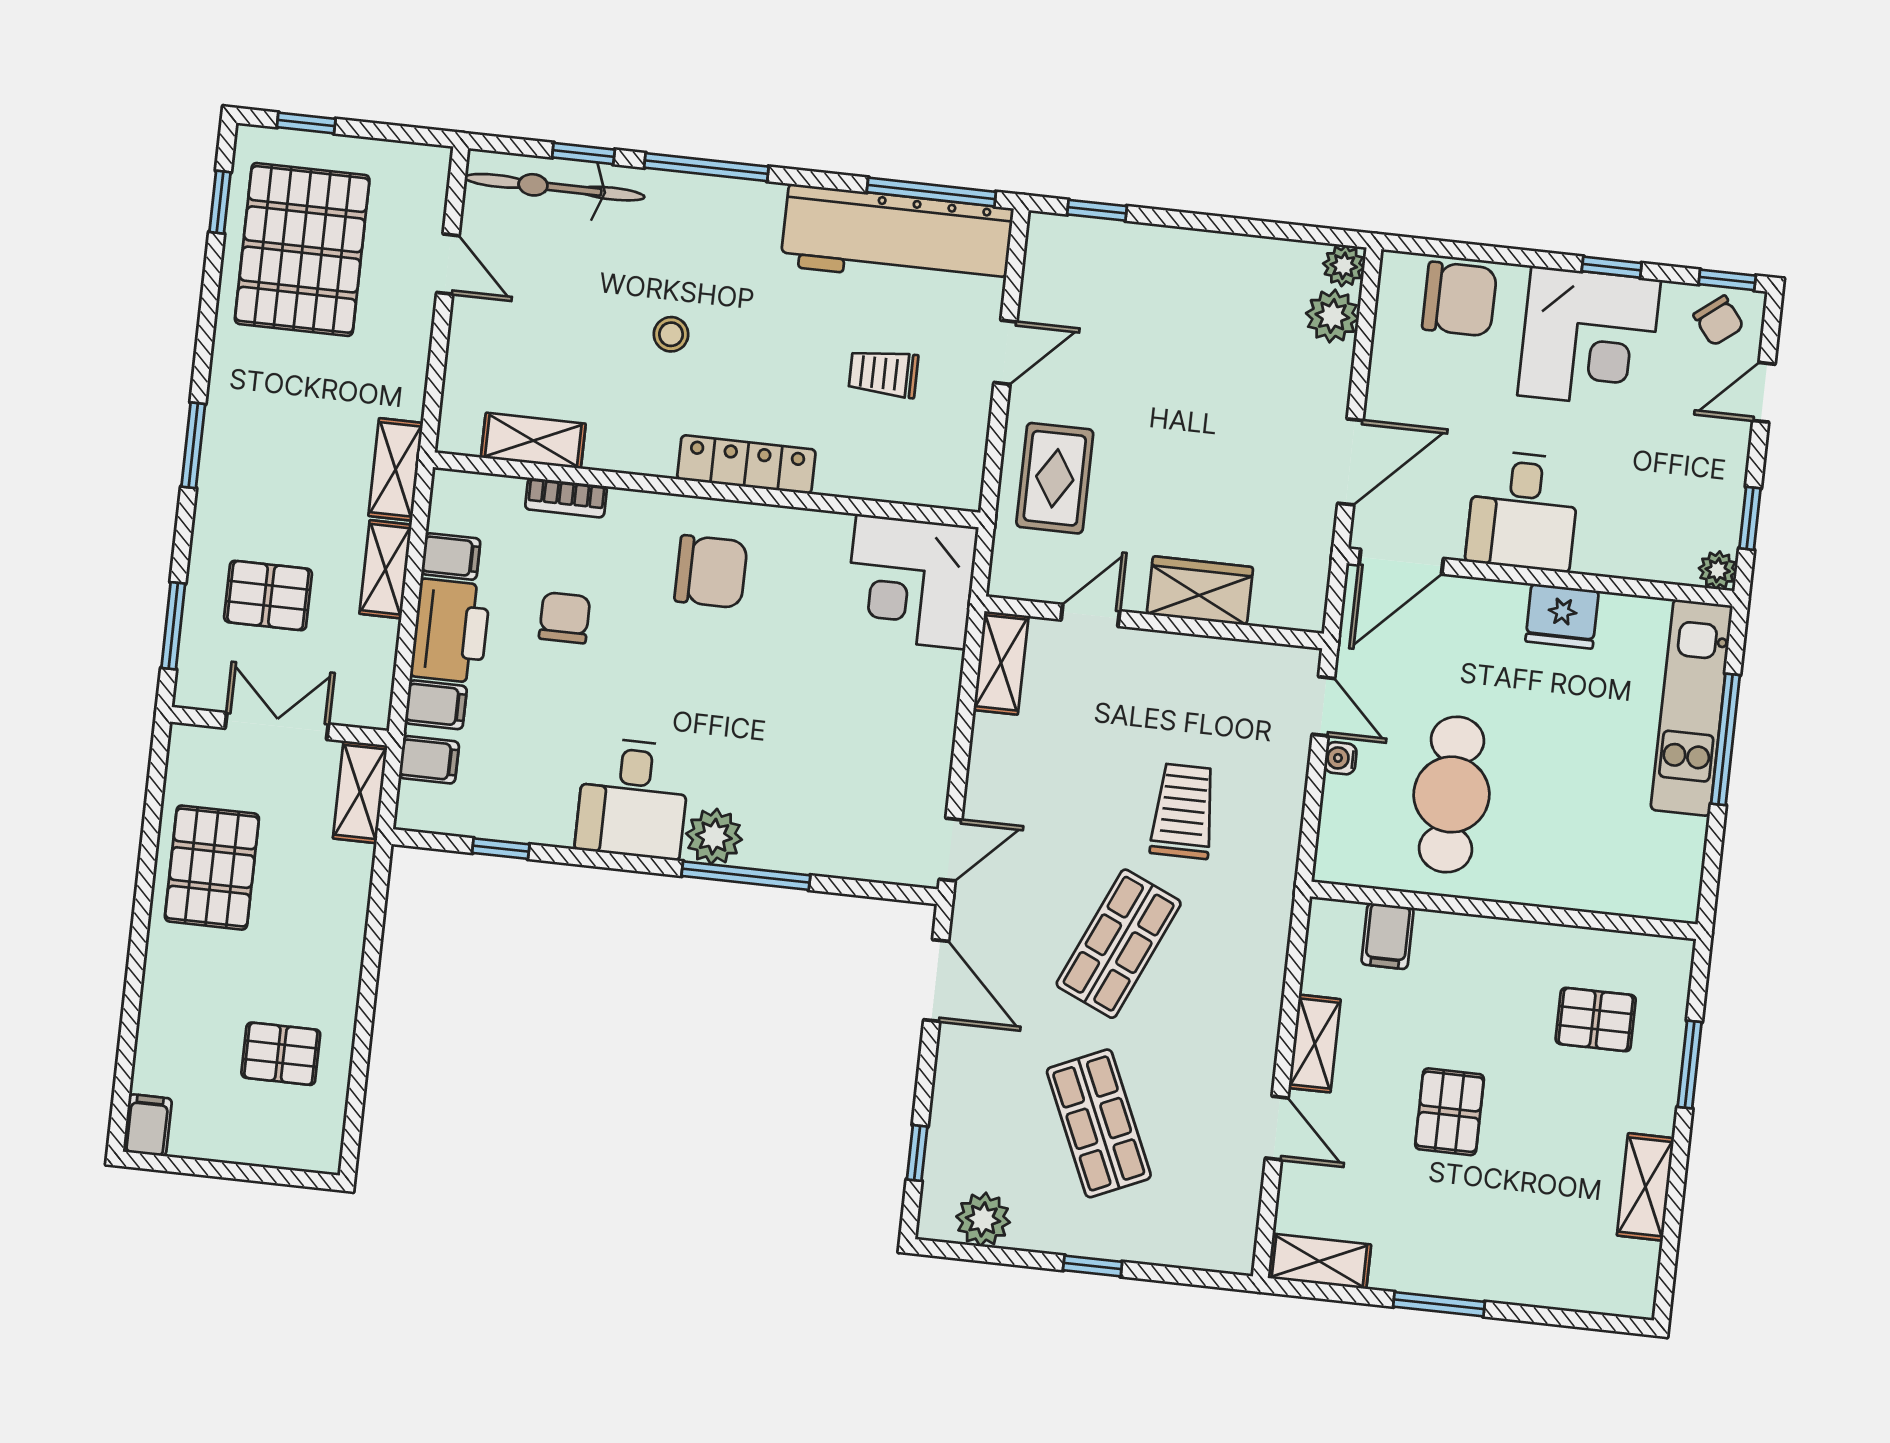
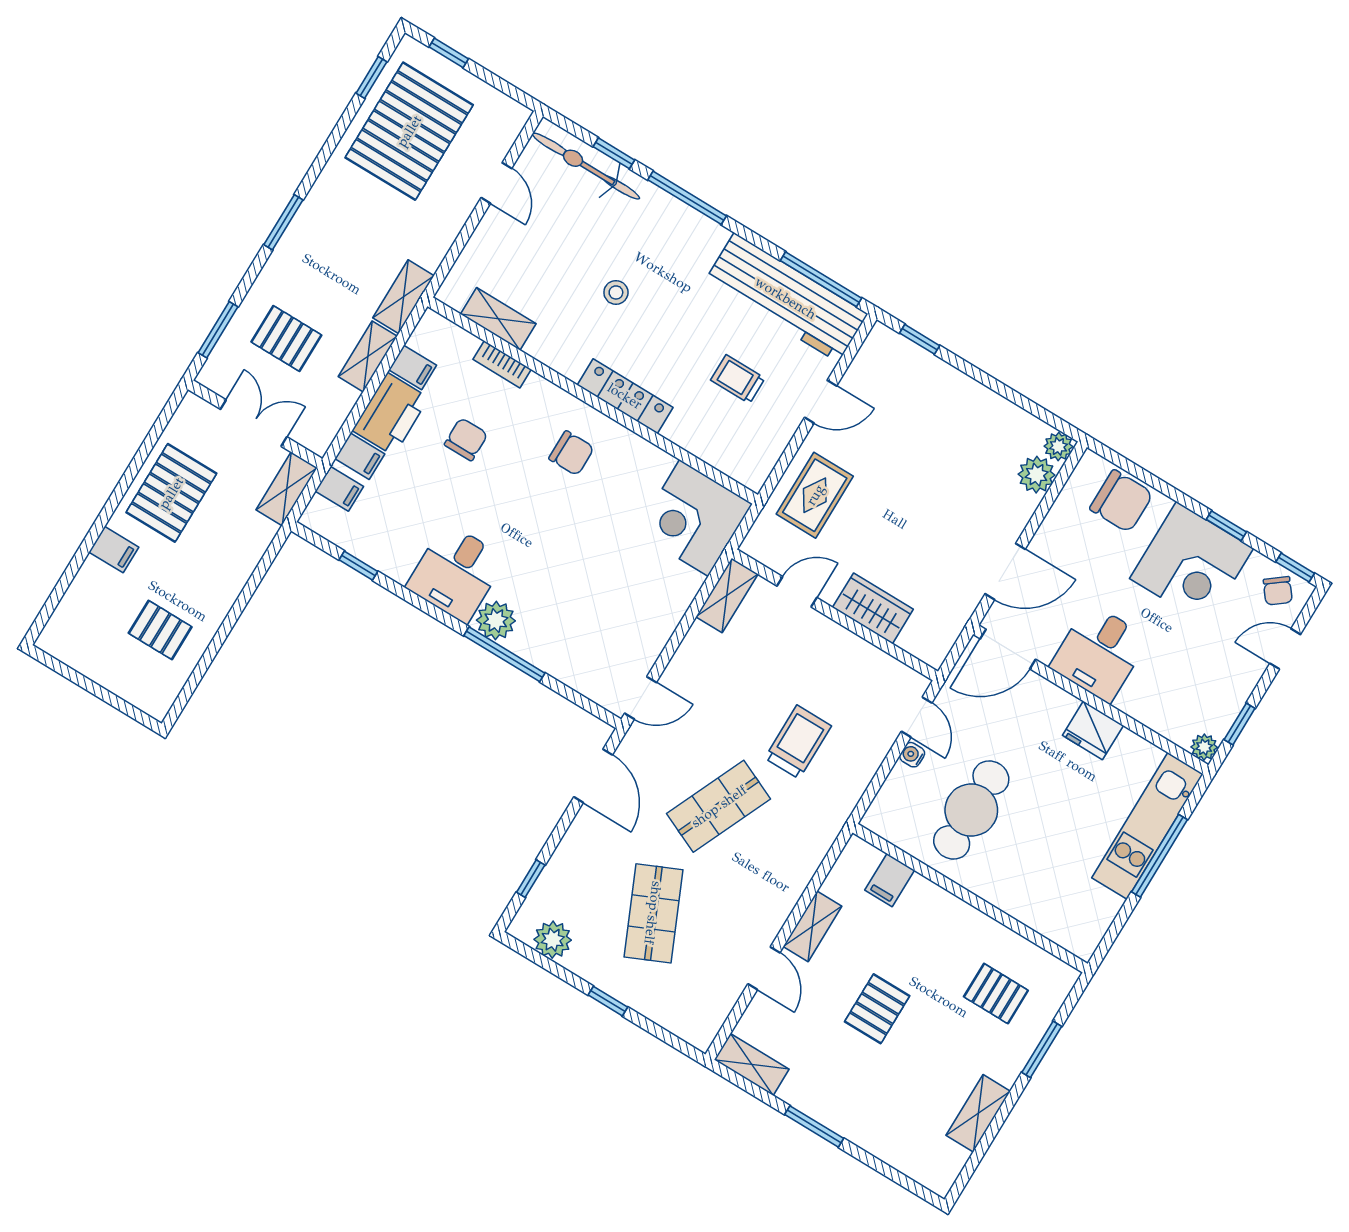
chair: (711, 572) -> (571, 453), width x0.73, depth x0.73
filing cabinet: (147, 1125) -> (114, 550), moved, turned 90

